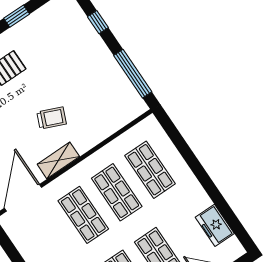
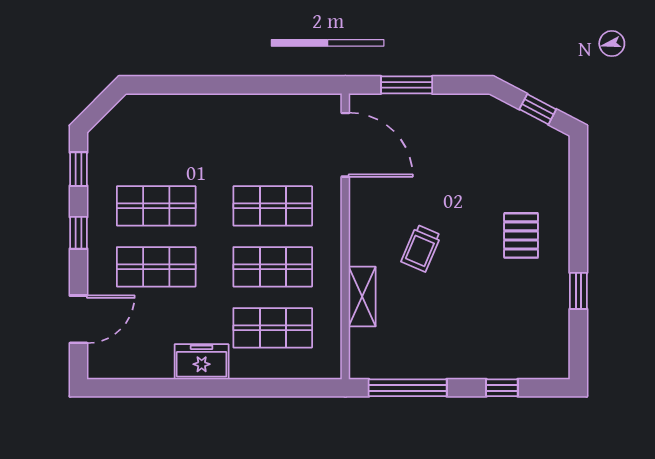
shelving: (58, 160) -> (362, 297), moved
freezer: (215, 225) -> (202, 362), moved

